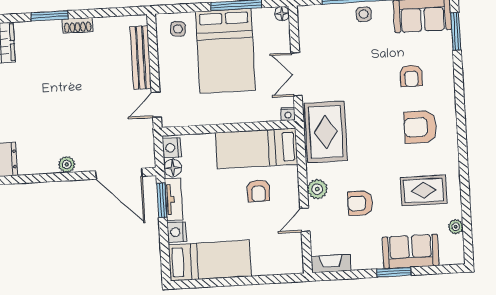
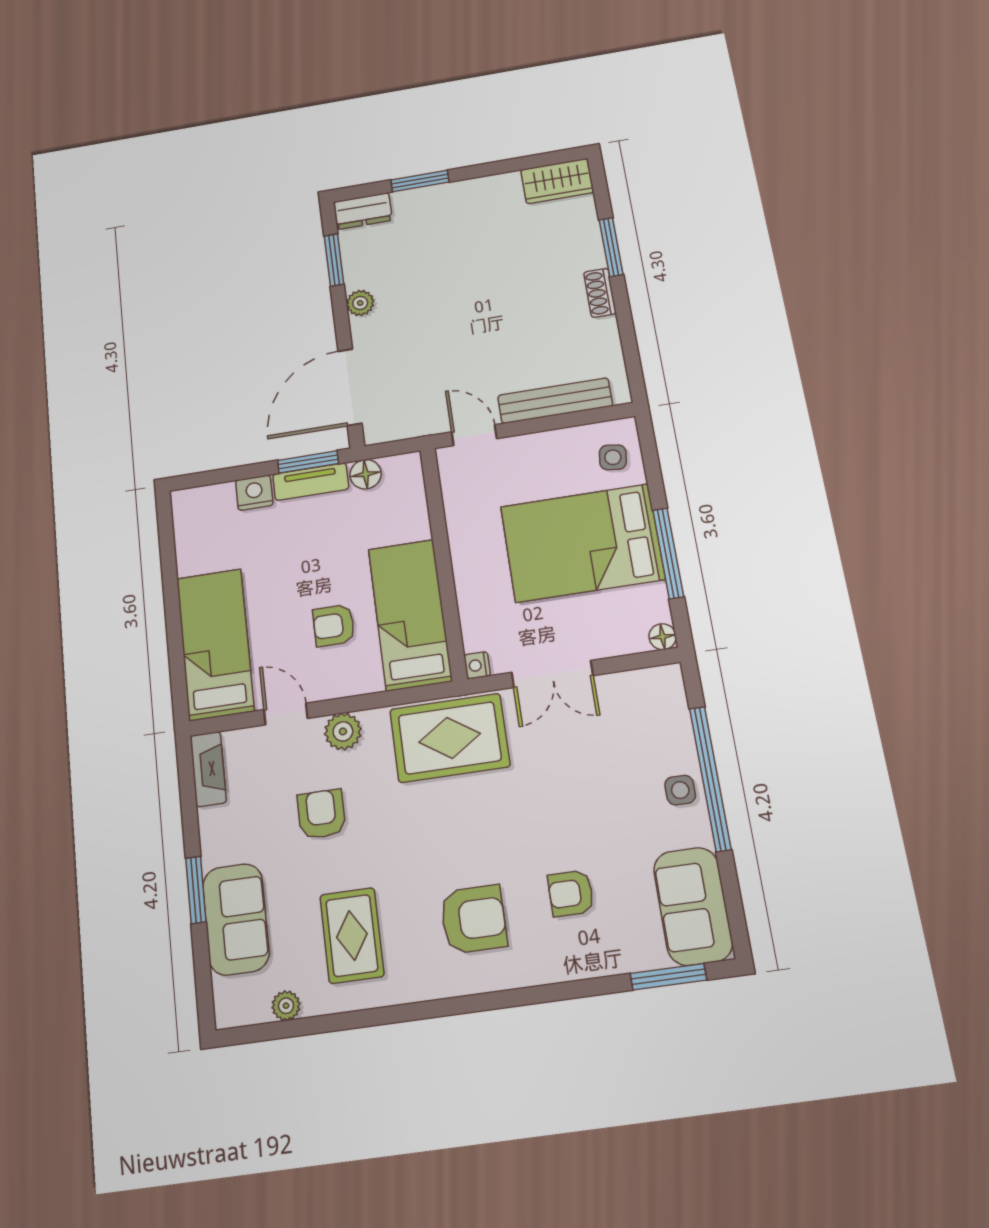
double door: (297, 74) -> (552, 674), swing flipped
armchair: (420, 127) -> (473, 919), turned 90
nightstand: (172, 148) -> (401, 469), removed
window: (37, 178) -> (334, 260), added
bed: (210, 261) -> (215, 644), moved, turned 180

